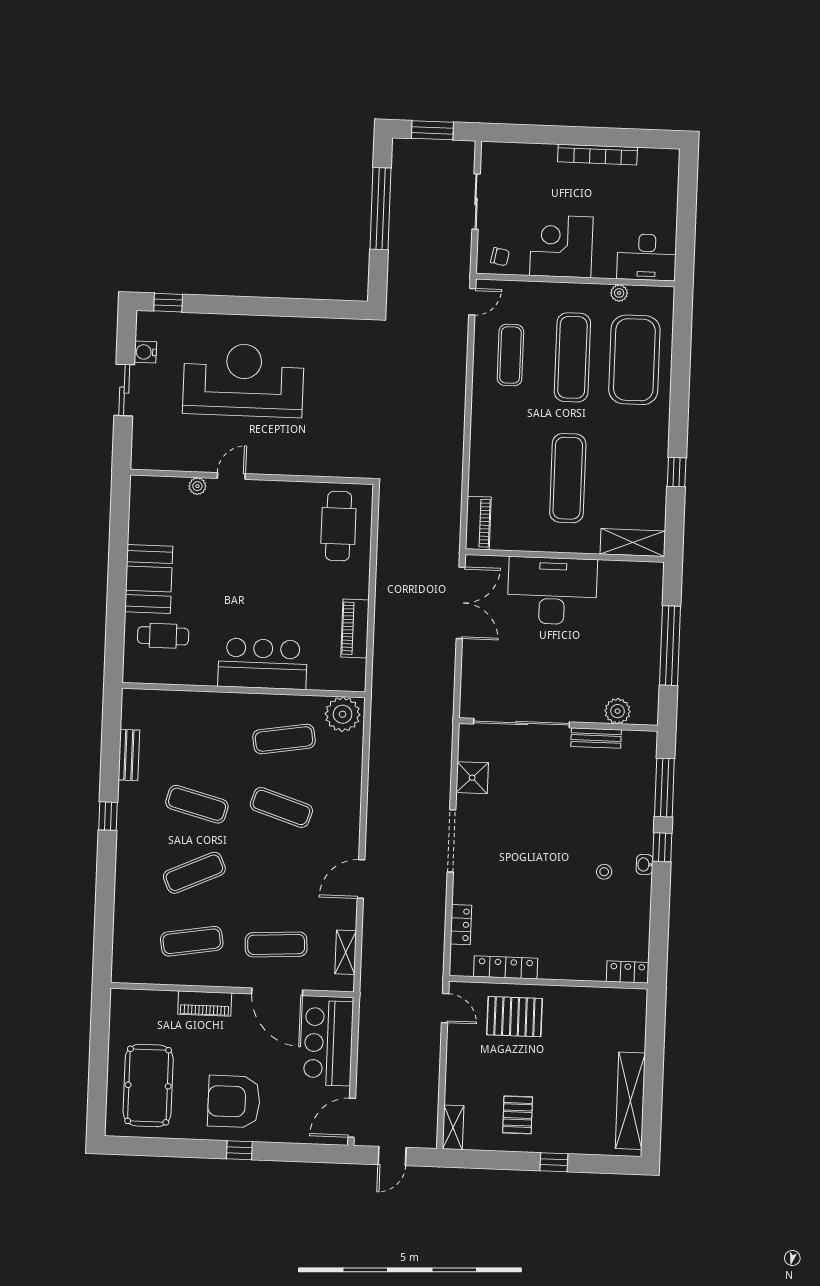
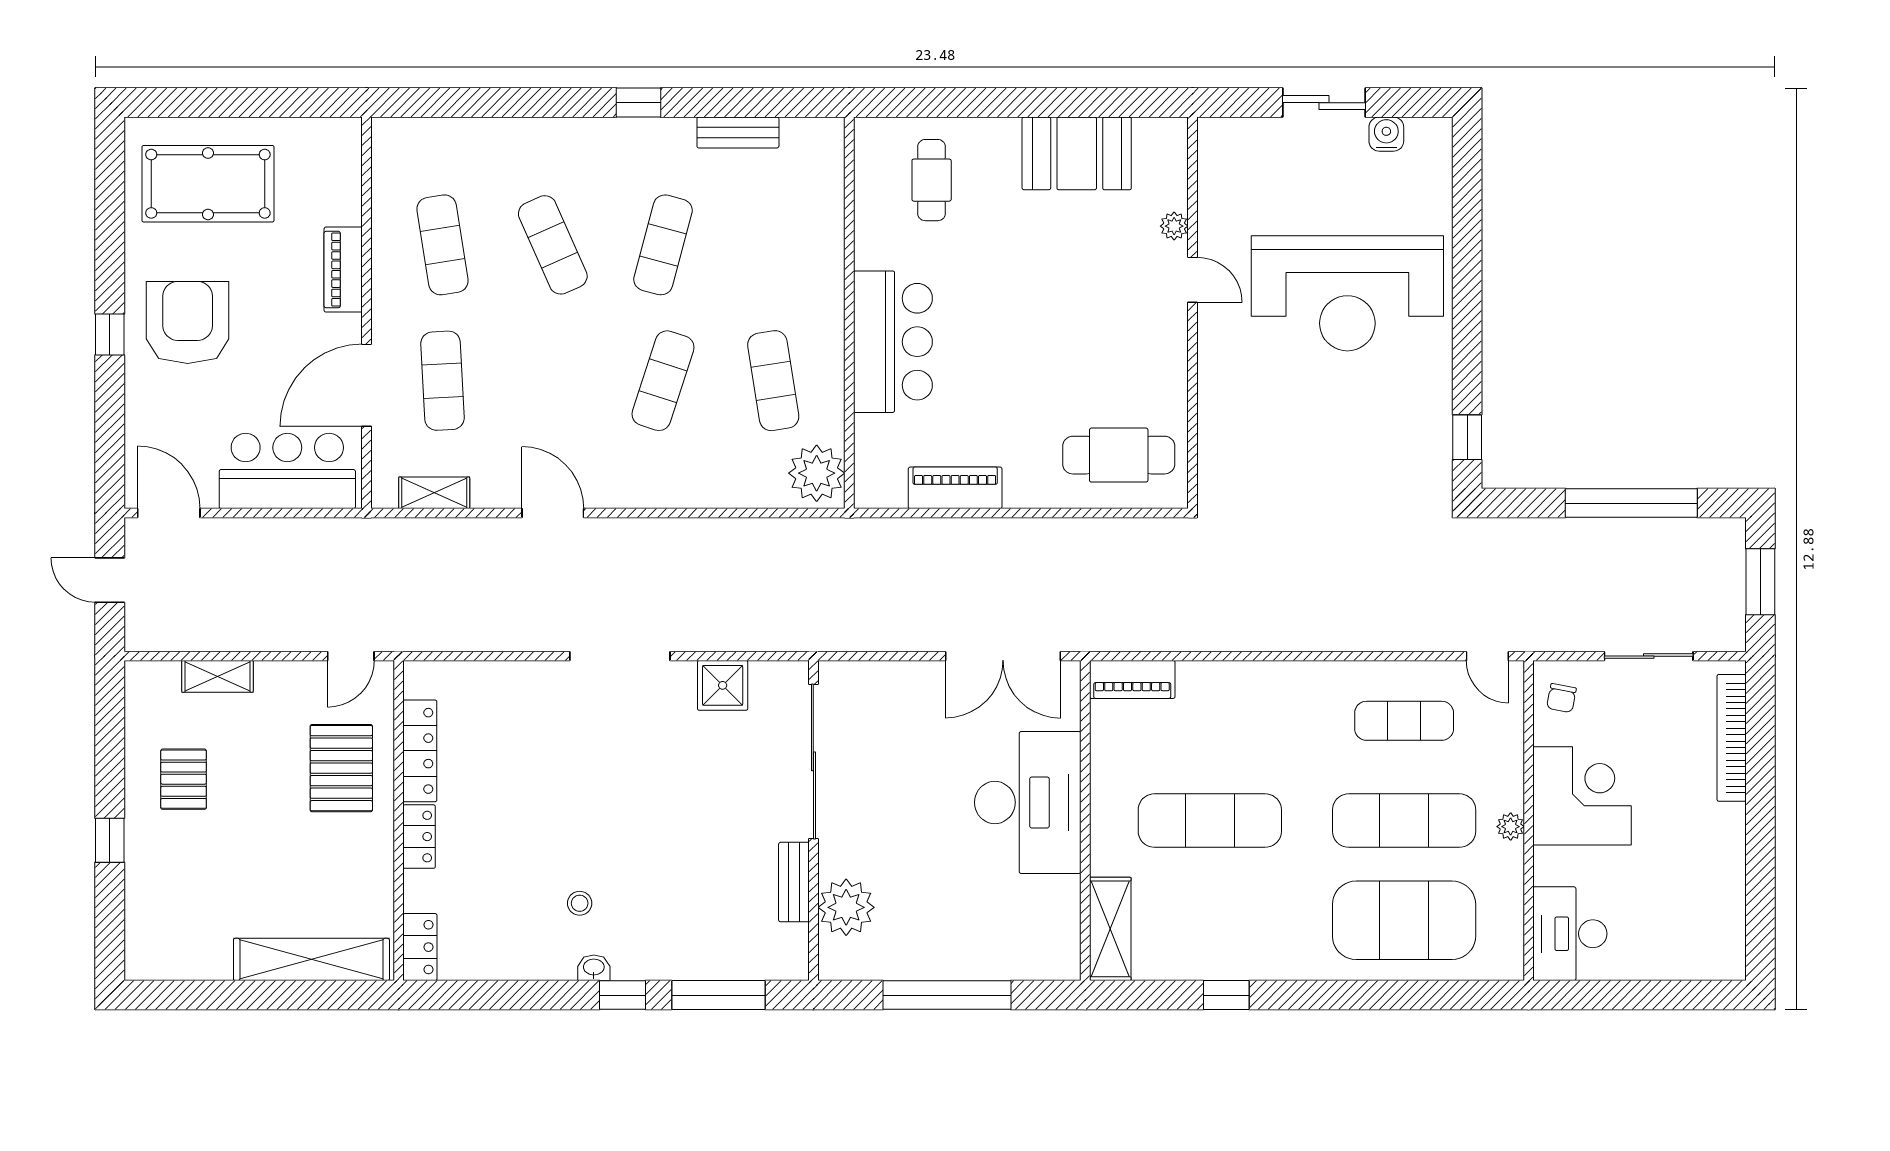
bookcase: (598, 155) -> (1732, 738), moved
plant: (619, 293) -> (1511, 827), moved
window: (168, 303) -> (1467, 437), moved
reception desk: (243, 380) -> (1347, 293), turned 90
booth: (149, 579) -> (1077, 153), moved
plant: (618, 711) -> (846, 907), width x1.36, depth x1.36
locker: (461, 925) -> (419, 837), moved, turned -90
shelving: (630, 1101) -> (311, 959), moved
pallet: (518, 1115) -> (184, 779), turned 90
shelving: (453, 1127) -> (217, 676), moved

